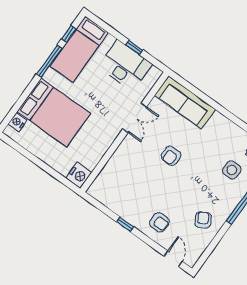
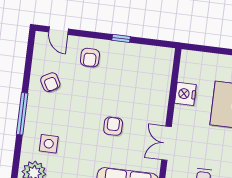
nightstand: (79, 175) -> (185, 94), moved
armchair: (159, 222) -> (90, 58), turned -90

